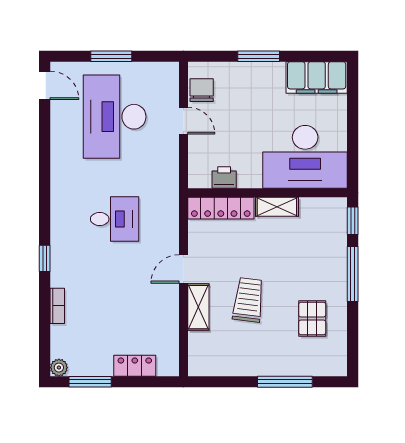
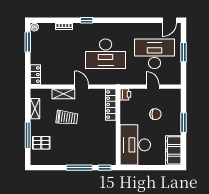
chair: (202, 90) -> (155, 114), moved
door: (183, 121) -> (153, 87), swing flipped
printer: (224, 177) -> (125, 94), moved
shelving: (277, 207) -> (35, 109), moved
desk: (115, 219) -> (106, 54), width x1.87, depth x1.30
pallet: (312, 318) -> (41, 143), moved
locker: (135, 366) -> (35, 75), moved

